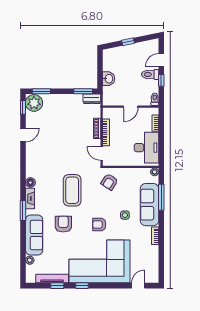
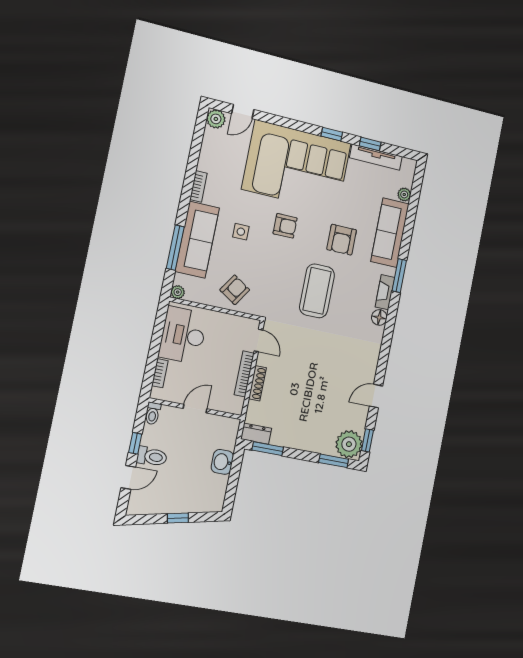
armchair: (109, 182) -> (235, 290), moved
plant: (153, 277) -> (216, 119), added

